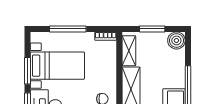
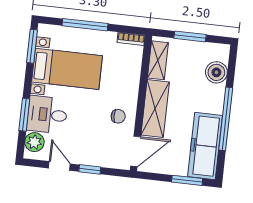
boiler: (176, 40) -> (216, 72), moved
window: (28, 71) -> (32, 46), moved

